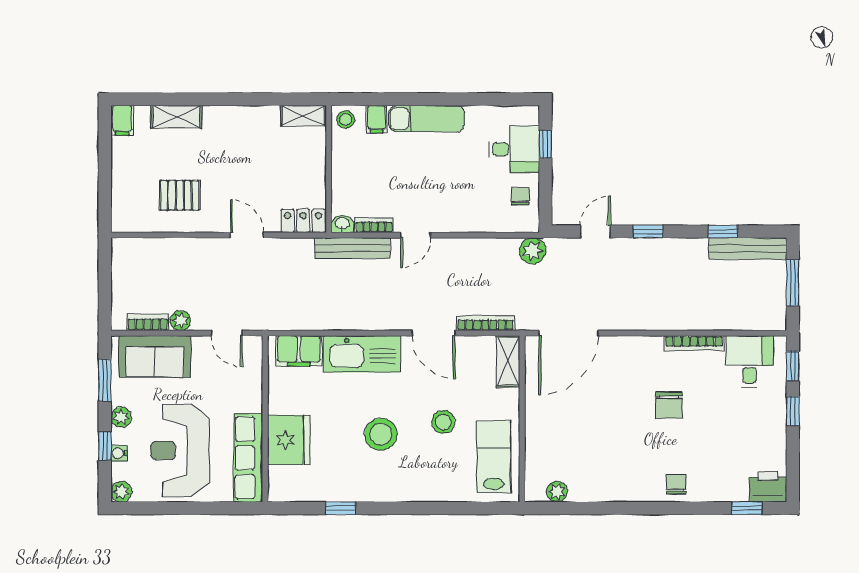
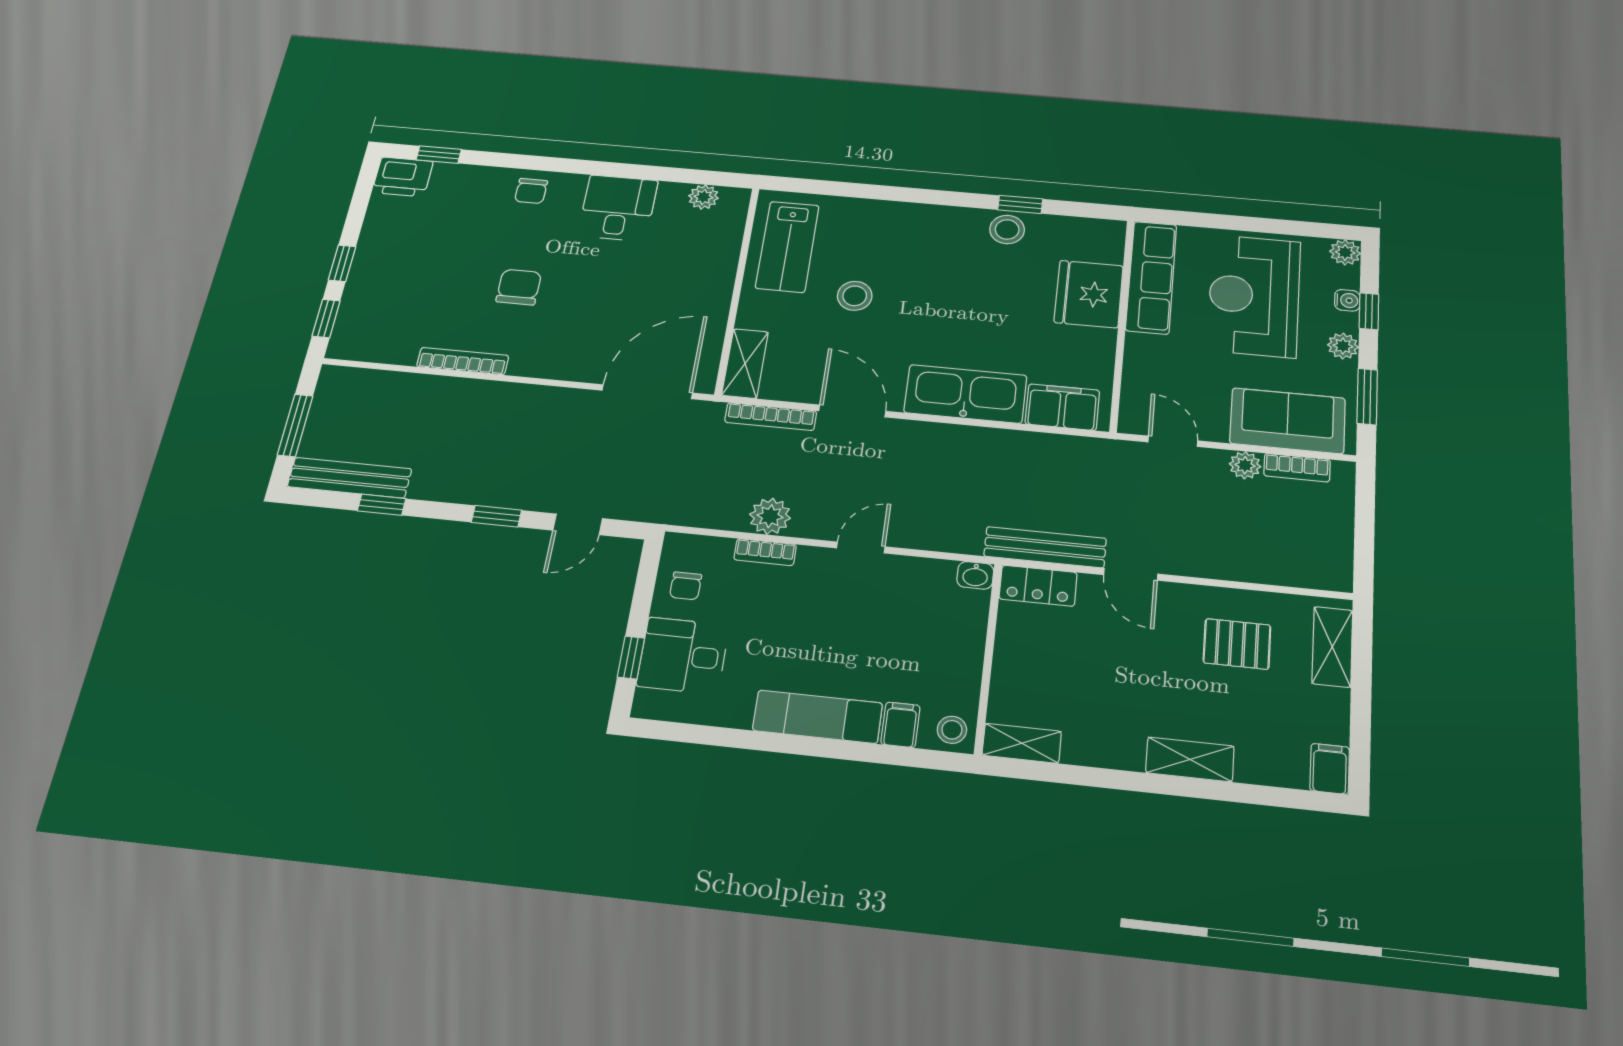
shelving: (176, 117) -> (1190, 759), moved
shelving: (123, 200) -> (1332, 647), added
bookcase: (374, 225) -> (765, 552), moved
bench: (353, 248) -> (1045, 547), moved
plant: (533, 251) -> (770, 516), moved
desk: (750, 361) -> (618, 208), moved, turned 180
stool: (381, 434) -> (1007, 229), moved, width x0.73, depth x0.73
reception desk: (180, 450) -> (1254, 296), turned 180

